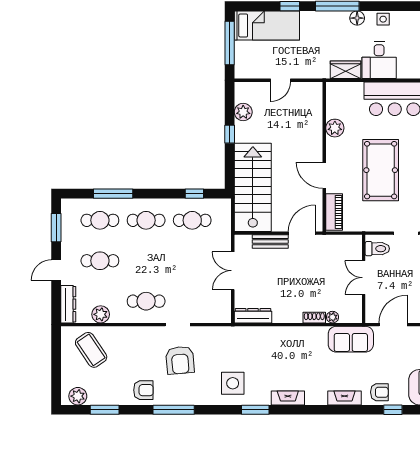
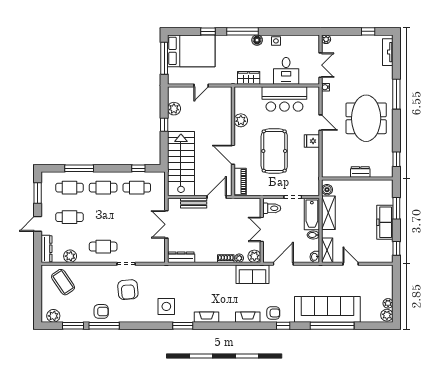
bed: (267, 25) -> (191, 51), width x1.50
desk: (379, 60) -> (286, 71), moved
plant: (353, 314) -> (254, 256), added
window: (174, 410) -> (104, 326), moved

